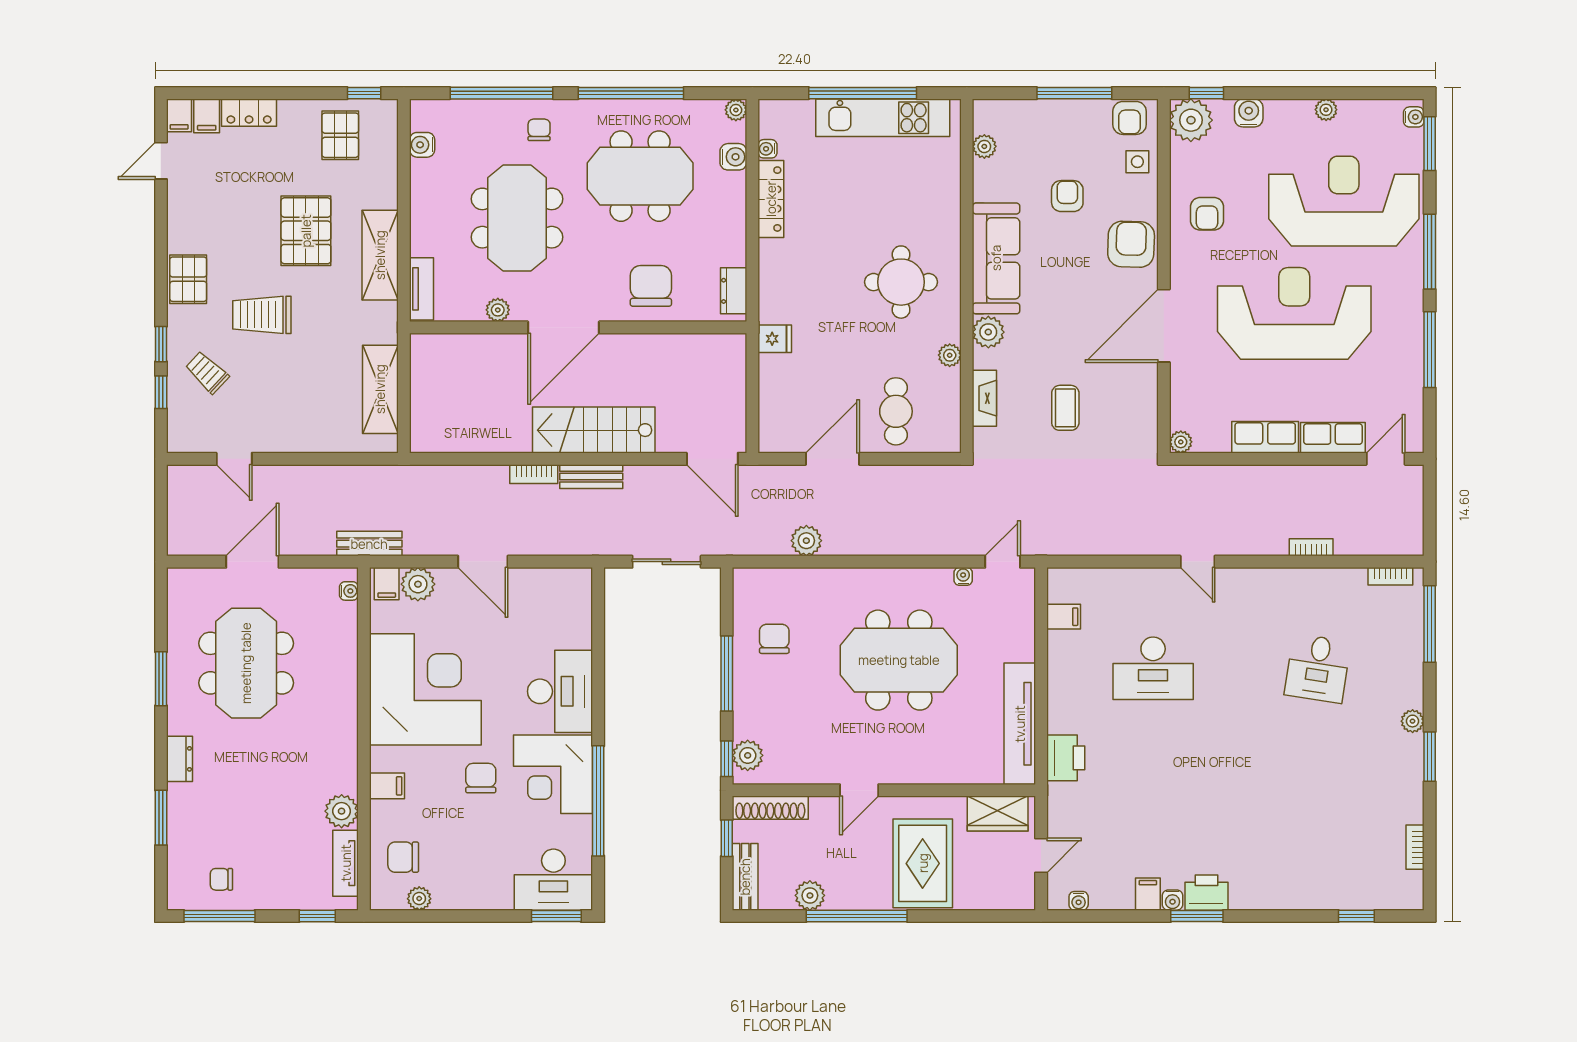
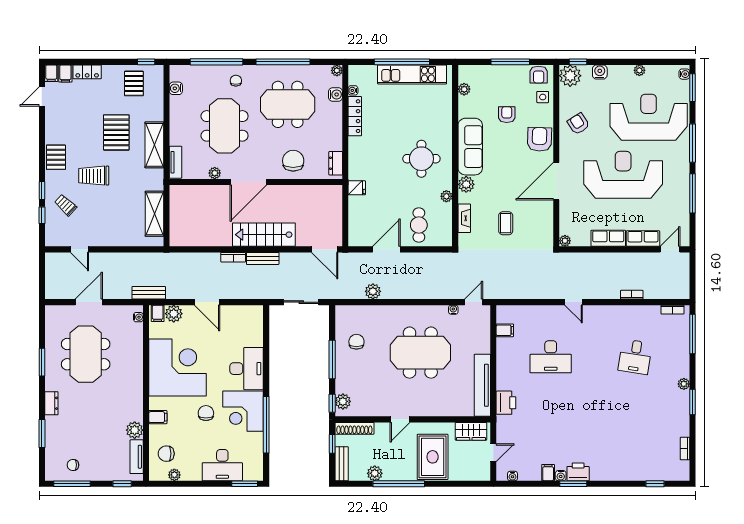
armchair: (1207, 214) -> (578, 124), turned 147
desk: (553, 880) -> (222, 465), moved

